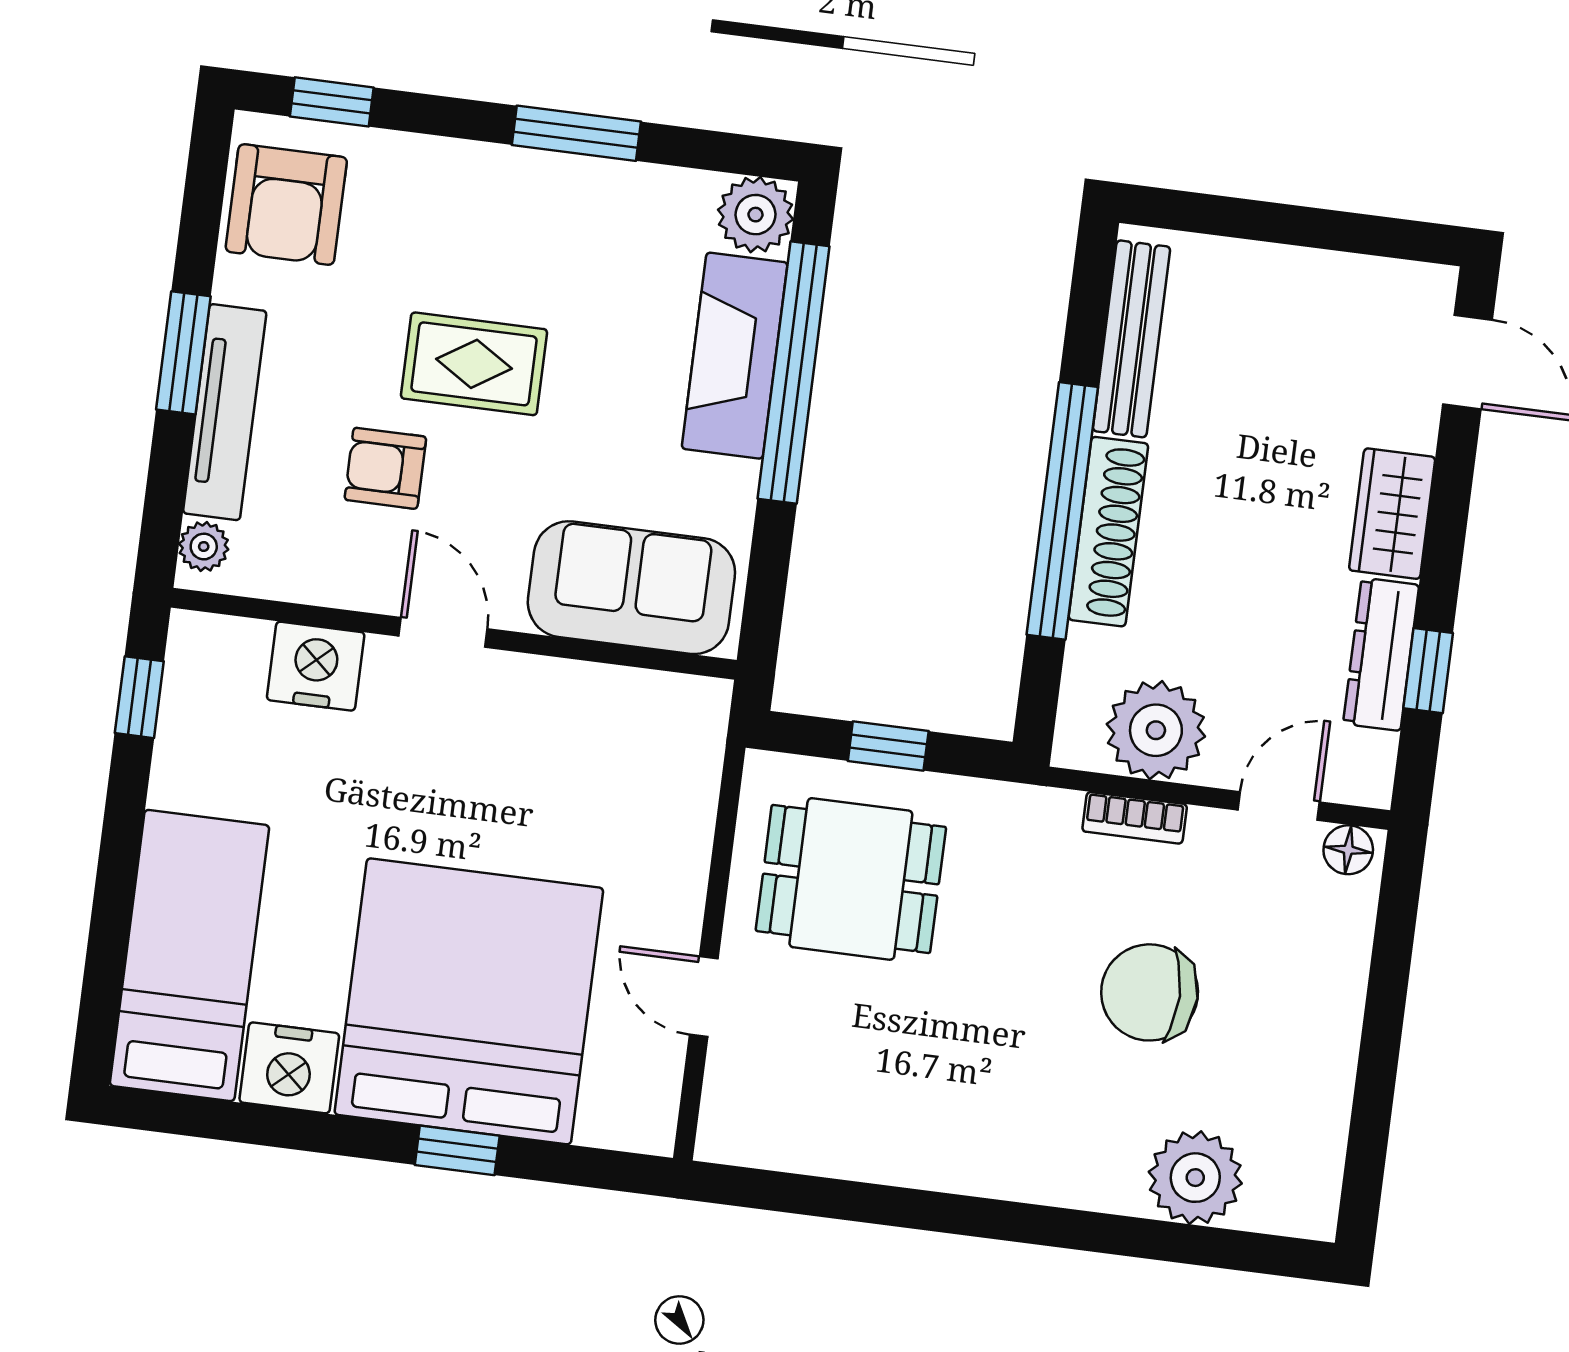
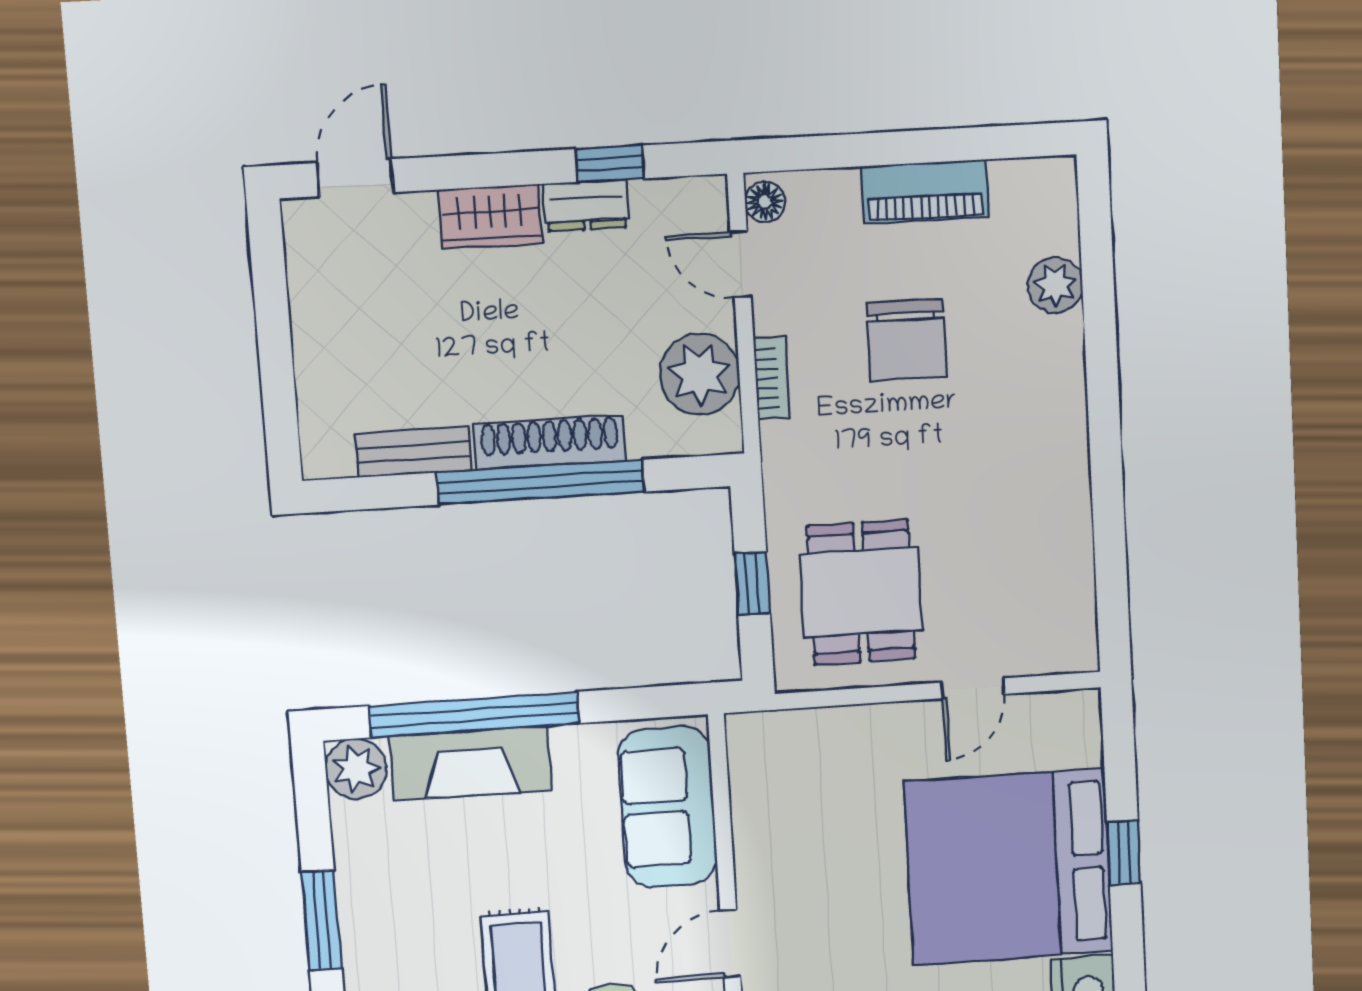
bench: (1131, 339) -> (414, 452), width x0.73
dresser: (1381, 654) -> (586, 205), width x0.70
piano: (1324, 1048) -> (925, 192), added
plant: (1195, 1178) -> (1055, 285), width x0.73, depth x0.73

